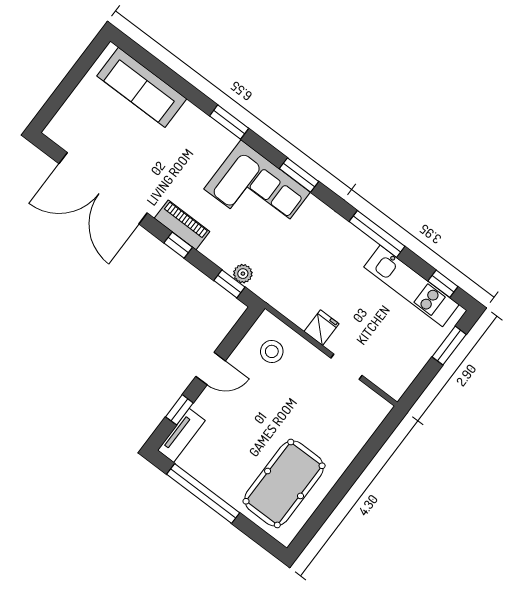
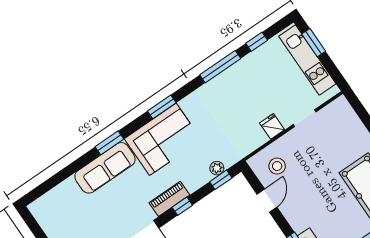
sofa: (142, 87) -> (105, 168), moved
window: (443, 284) -> (257, 42), moved
kitchen unit: (411, 286) -> (307, 60), moved, turned 90
door: (211, 369) -> (267, 201), moved

